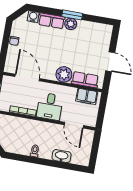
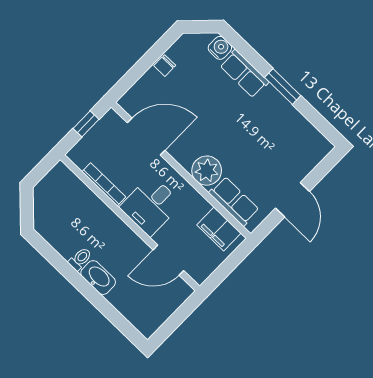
plant: (71, 24) -> (271, 99), removed
door: (27, 78) -> (146, 136), hinge flipped
door: (74, 125) -> (168, 260), hinge flipped
washbasin: (62, 156) -> (98, 278), moved

